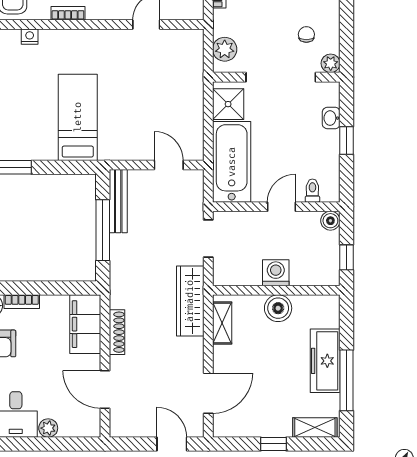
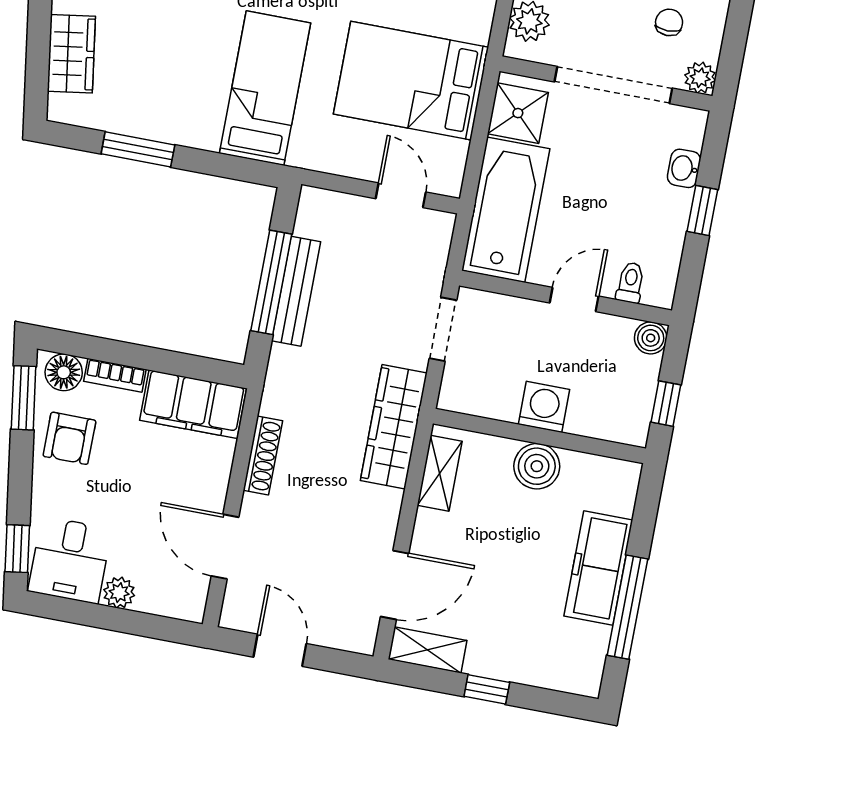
bed: (162, 97) -> (411, 81), added
bench: (118, 201) -> (296, 291), moved
filing cabinet: (85, 324) -> (193, 404), moved, turned -90
shelving: (315, 428) -> (428, 650), moved
door: (172, 444) -> (280, 650), moved

